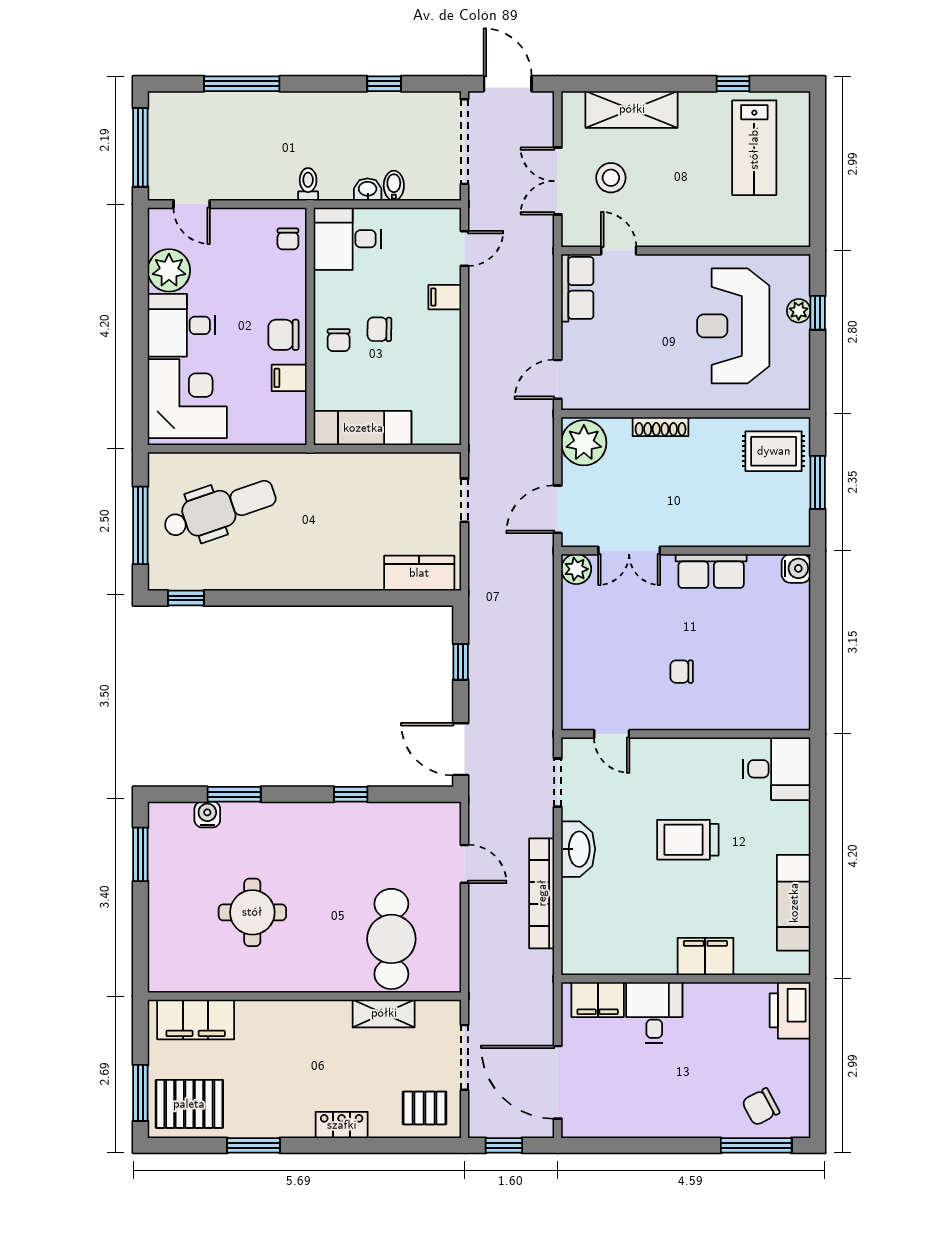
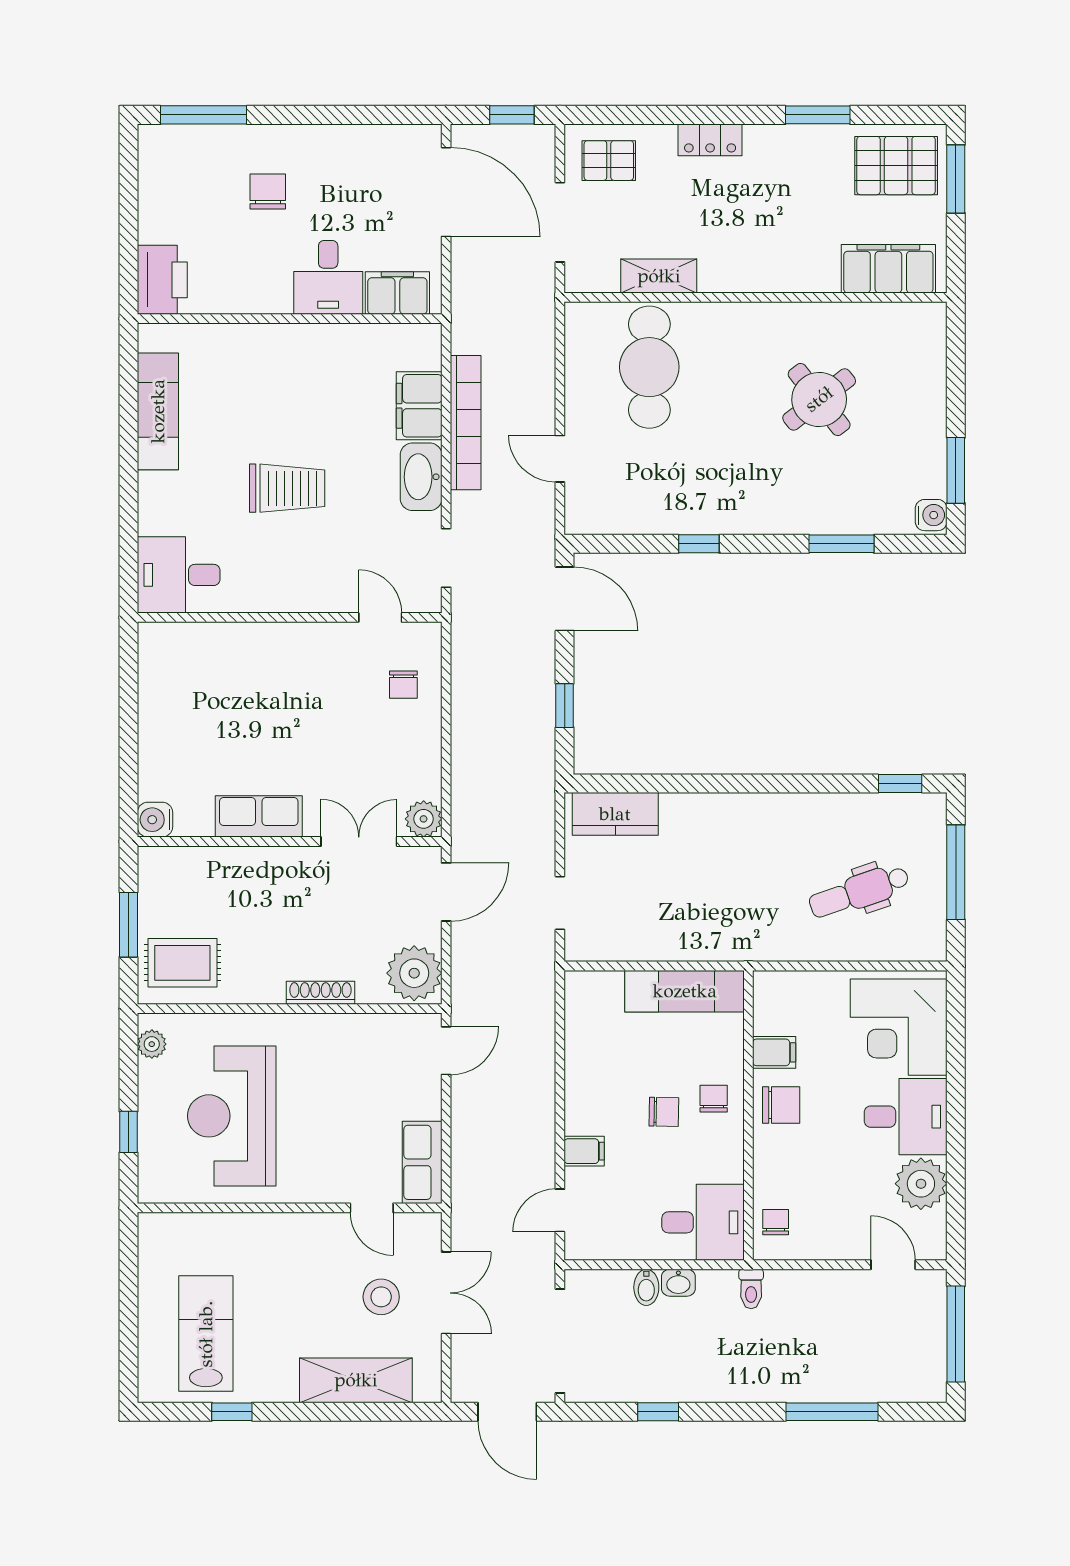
plant: (799, 311) -> (152, 1044), moved
reception desk: (733, 326) -> (232, 1116), turned 180
dental chair: (220, 510) -> (859, 892), width x0.73, depth x0.72
chair: (682, 672) -> (403, 685), moved, turned 90
water cooler: (207, 814) -> (931, 515), moved, turned -90
round table: (252, 912) -> (819, 399), turned -38
filing cabinet: (705, 956) -> (419, 406), moved, turned 90
chair: (761, 1107) -> (268, 191), moved, turned -62

